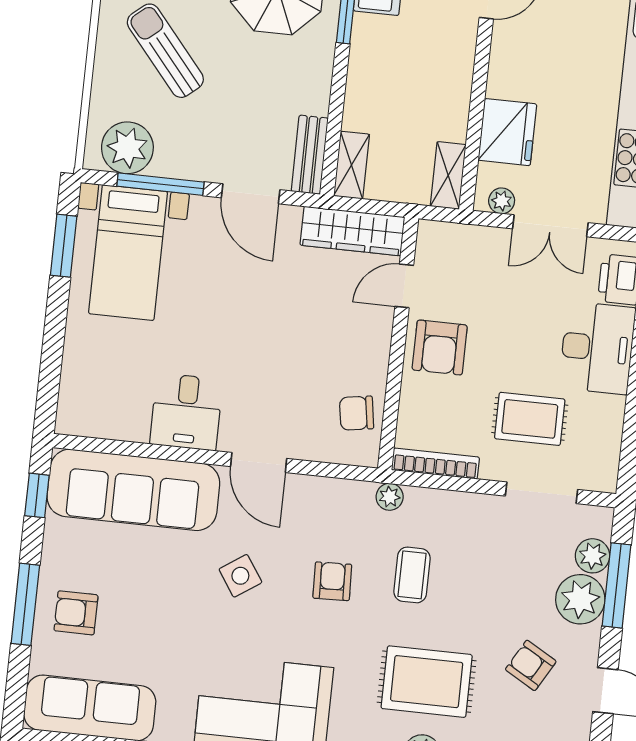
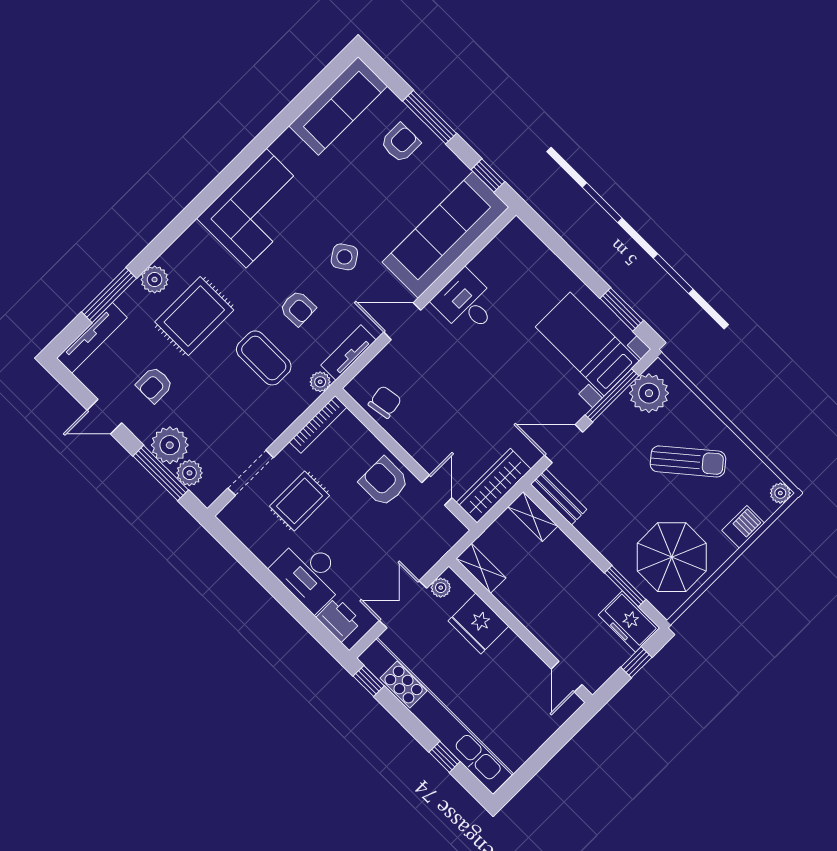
tv unit: (336, 492) -> (348, 353), added
coffee table: (412, 575) -> (264, 358), width x1.36, depth x1.30
armchair: (531, 665) -> (154, 385), turned 150

